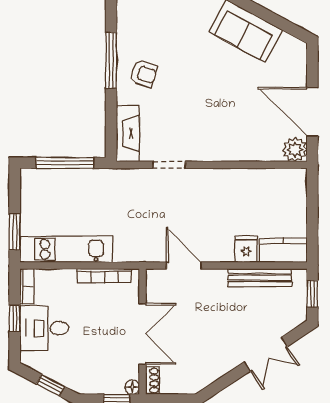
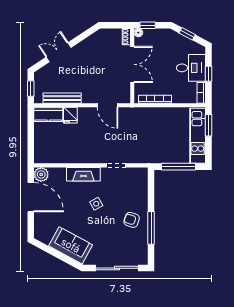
side table: (203, 101) -> (96, 204), added
fireplace: (128, 134) -> (83, 174), moved, turned -90
kitchen unit: (66, 249) -> (198, 136), moved, turned 90
double door: (143, 334) -> (132, 64), swing flipped

